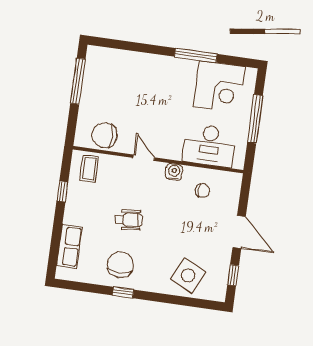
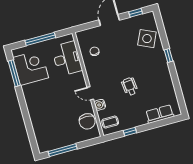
window: (196, 55) -> (14, 73), moved
door: (144, 158) -> (90, 93), hinge flipped
water cooler: (174, 172) -> (100, 105), moved
chair: (120, 265) -> (158, 80), removed
window: (123, 293) -> (168, 55), moved

